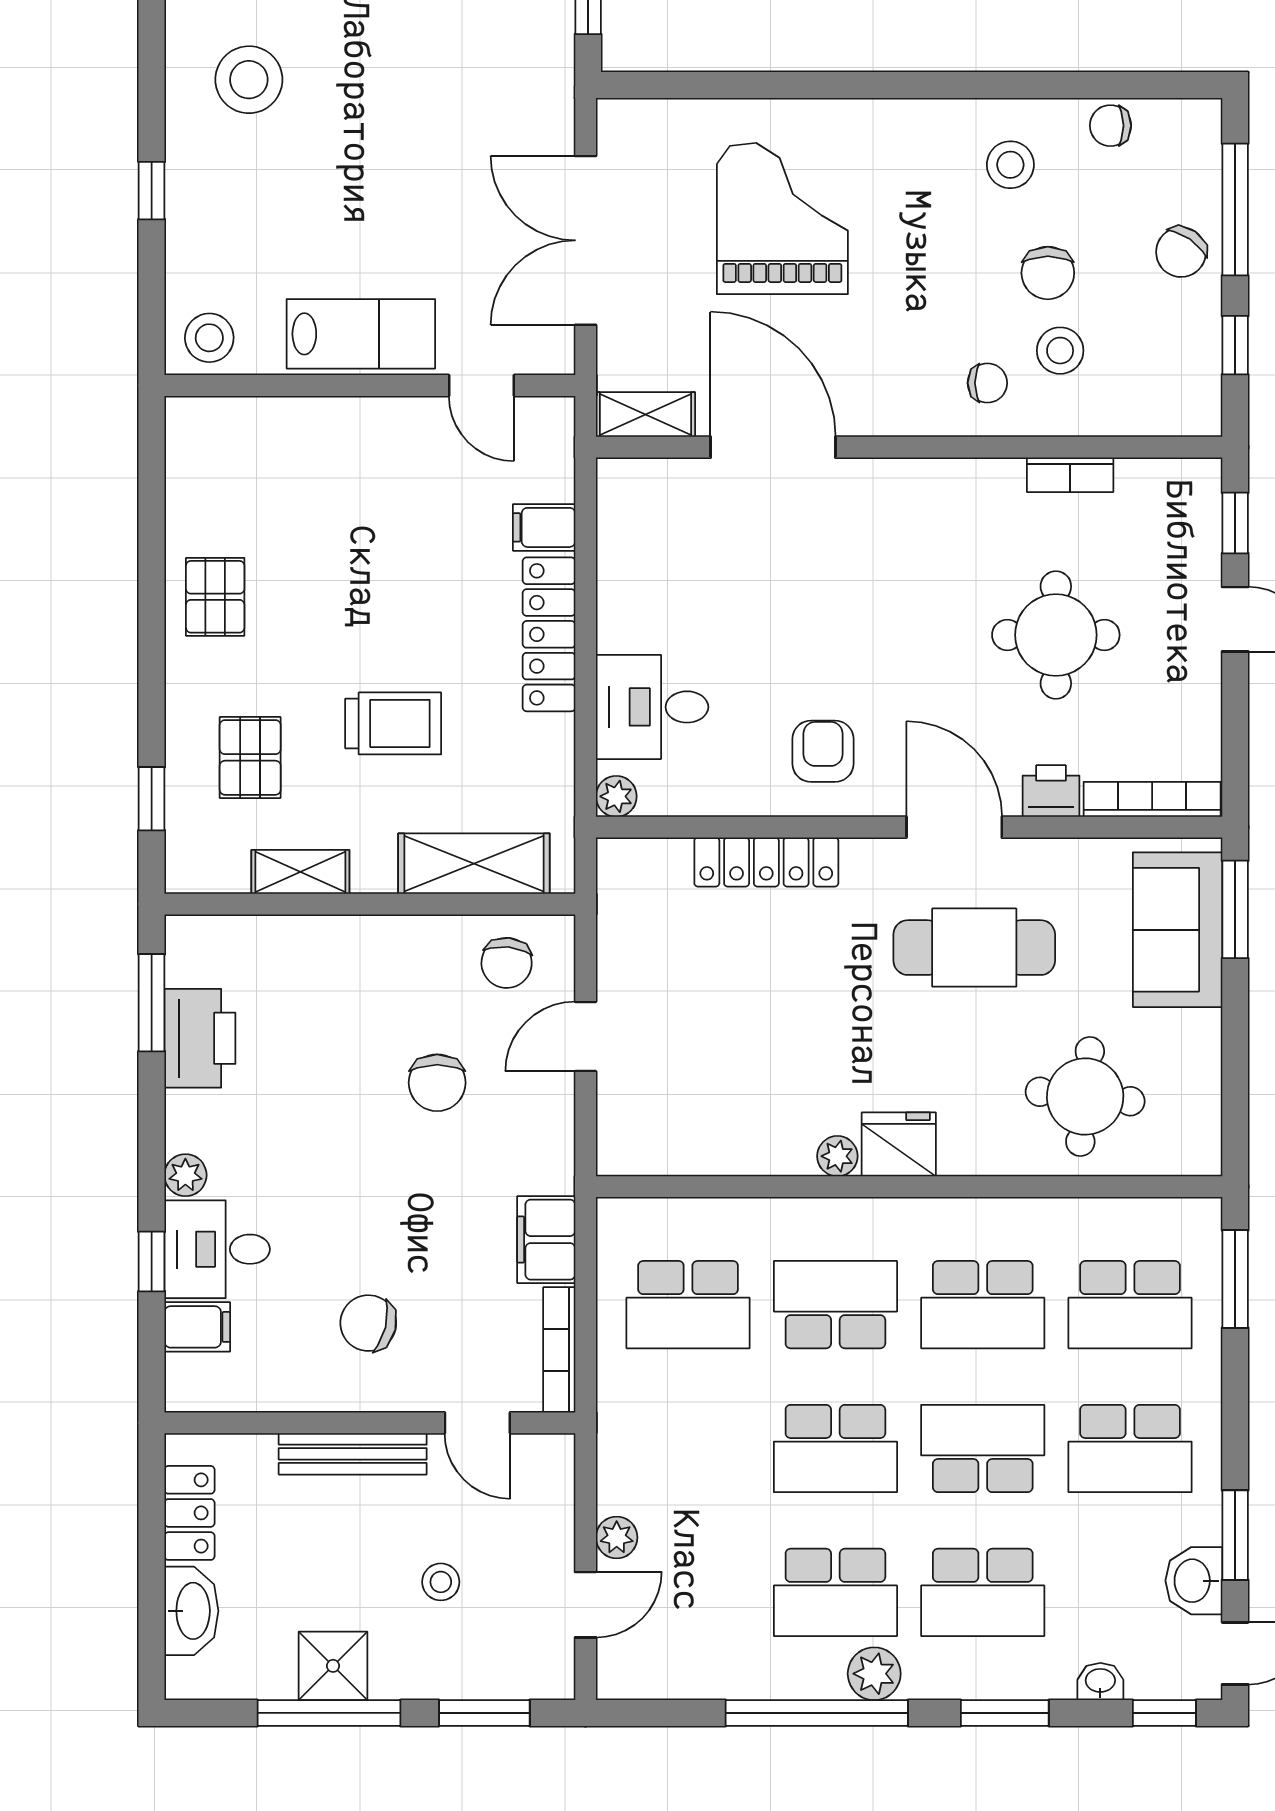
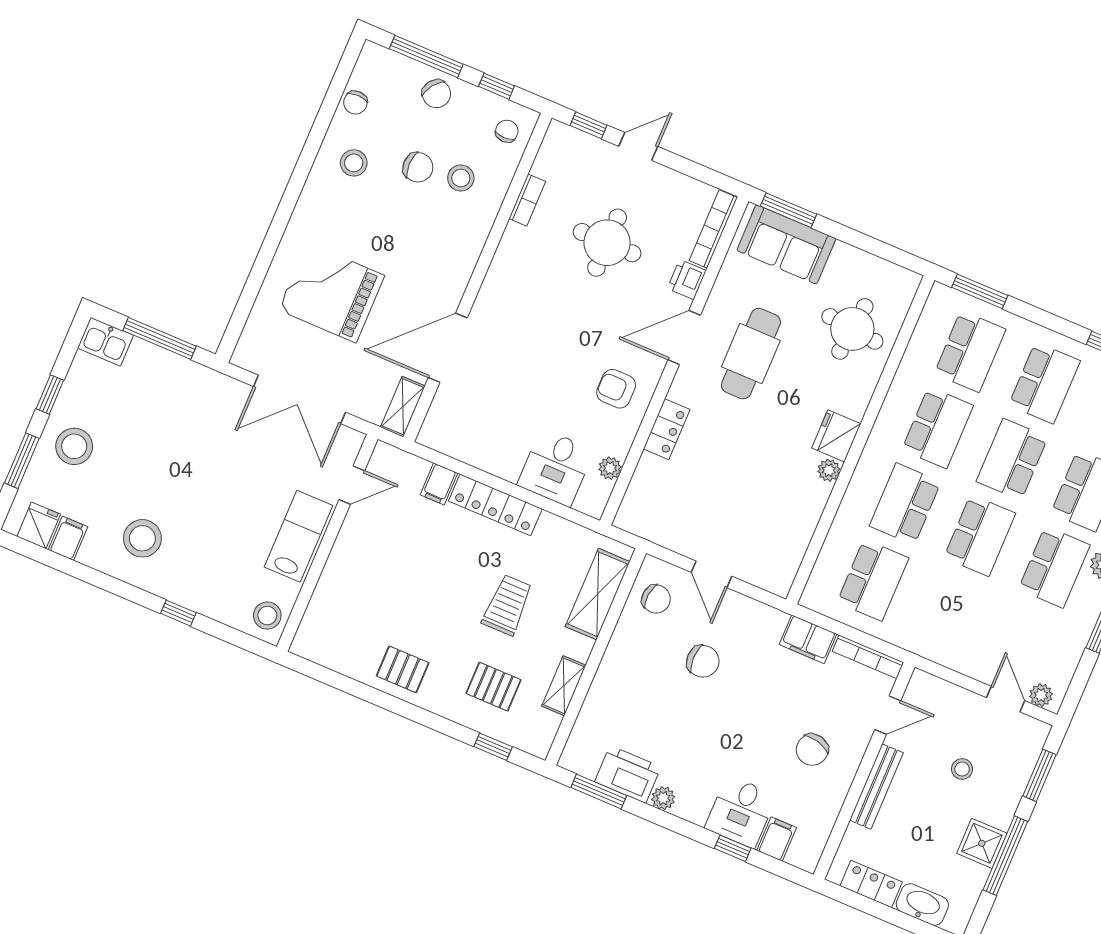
chair: (987, 383) -> (507, 131), moved
plant: (616, 796) -> (610, 468), moved
locker: (766, 862) -> (667, 429), width x0.66
plant: (185, 1175) -> (663, 798), moved
plant: (617, 1537) -> (1041, 695), moved

